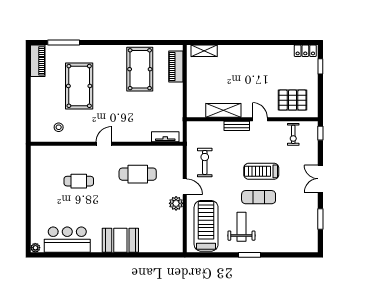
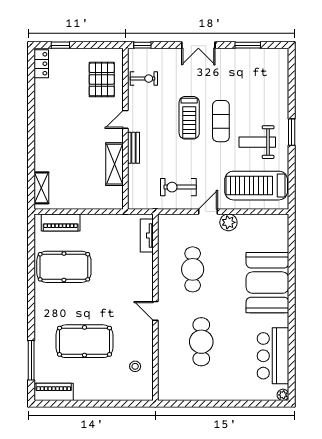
cafe table: (79, 181) -> (201, 342), width x1.37, depth x1.35
booth: (120, 240) -> (267, 283), width x1.36, depth x1.42

